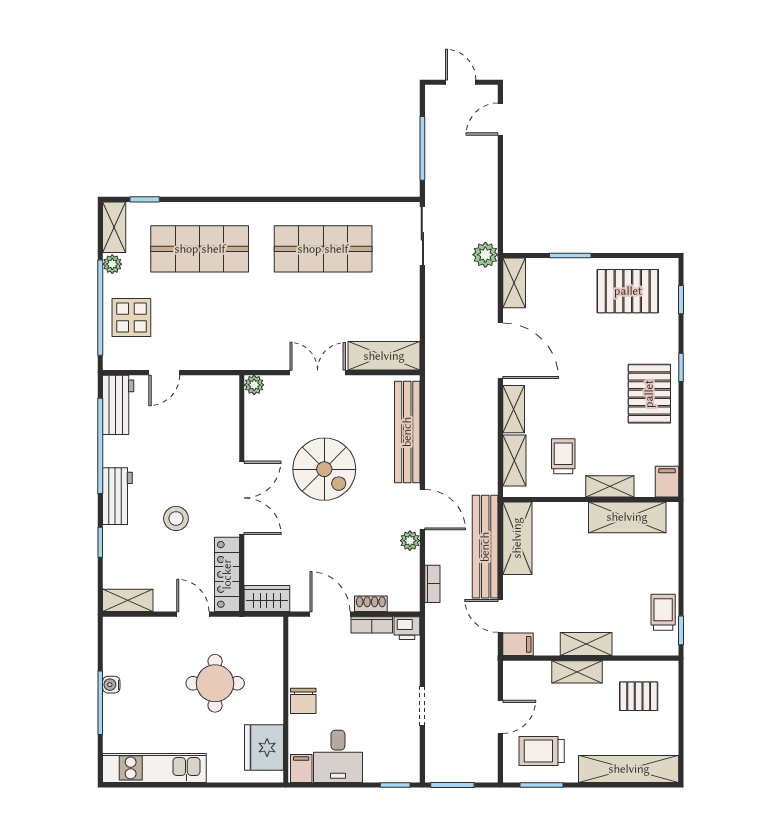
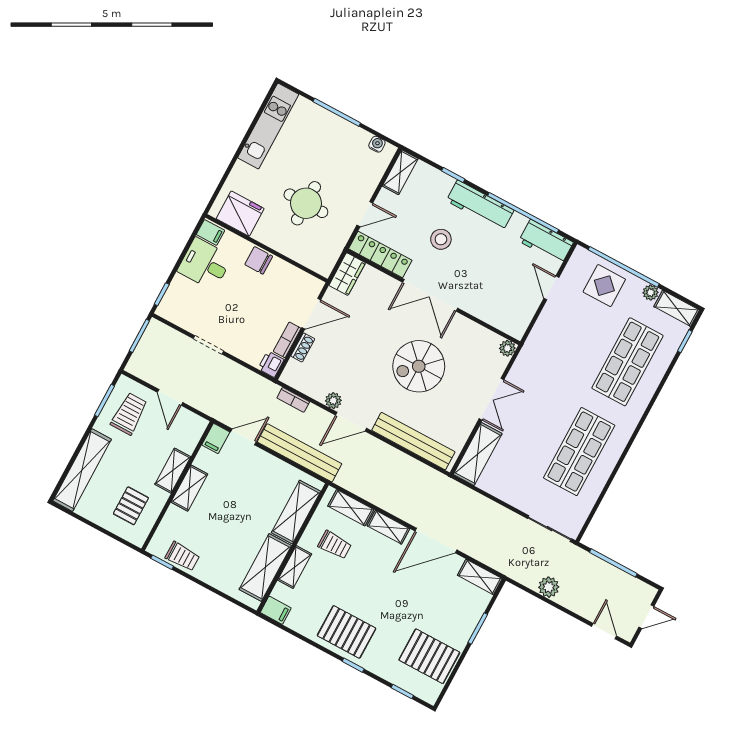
plant: (485, 255) -> (549, 587), moved
pallet: (628, 291) -> (429, 656), turned 90
workbench: (117, 496) -> (480, 206), width x1.37
shelving: (517, 538) -> (296, 512), moved, turned 90
water cooler: (111, 685) -> (377, 144), moved

